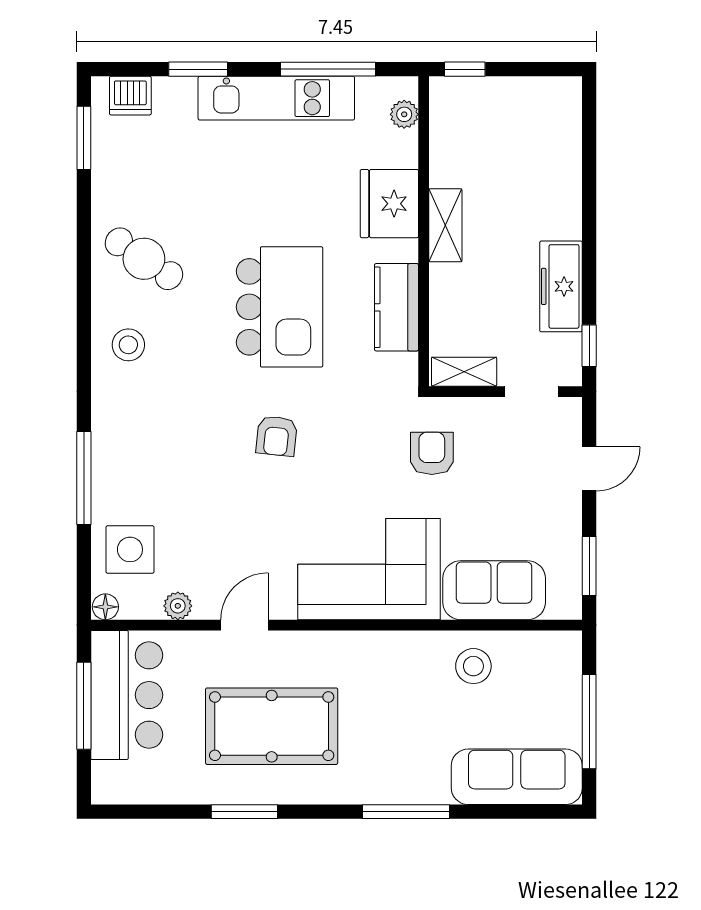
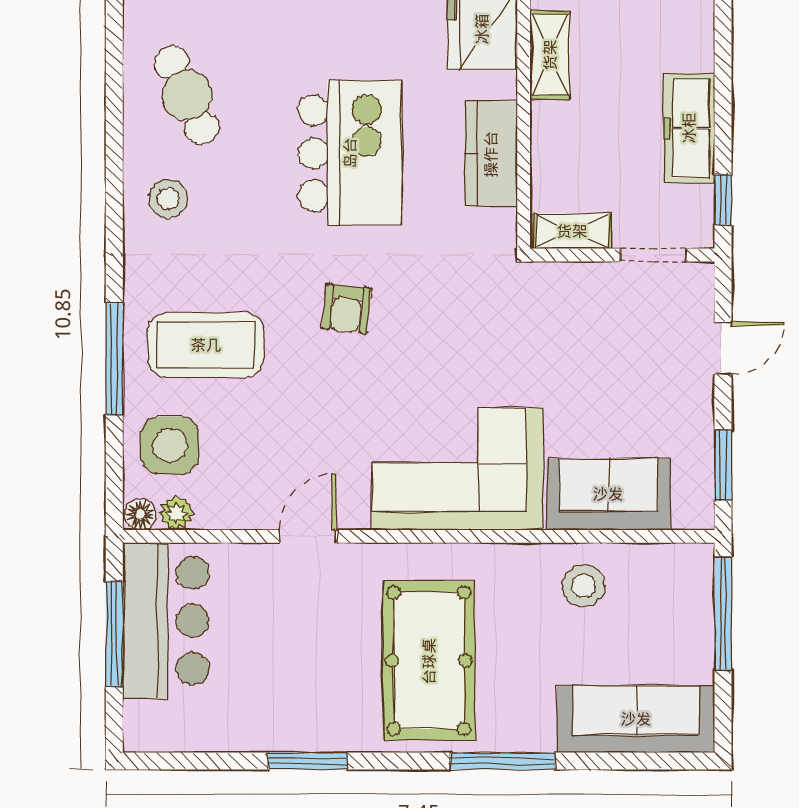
cafe table: (144, 259) -> (187, 95), turned 31
armchair: (432, 453) -> (534, 329), removed
coffee table: (160, 466) -> (206, 345), added
plant: (178, 606) -> (176, 513), moved
window: (589, 722) -> (723, 614), moved
pool table: (272, 726) -> (429, 661), moved, turned 90

